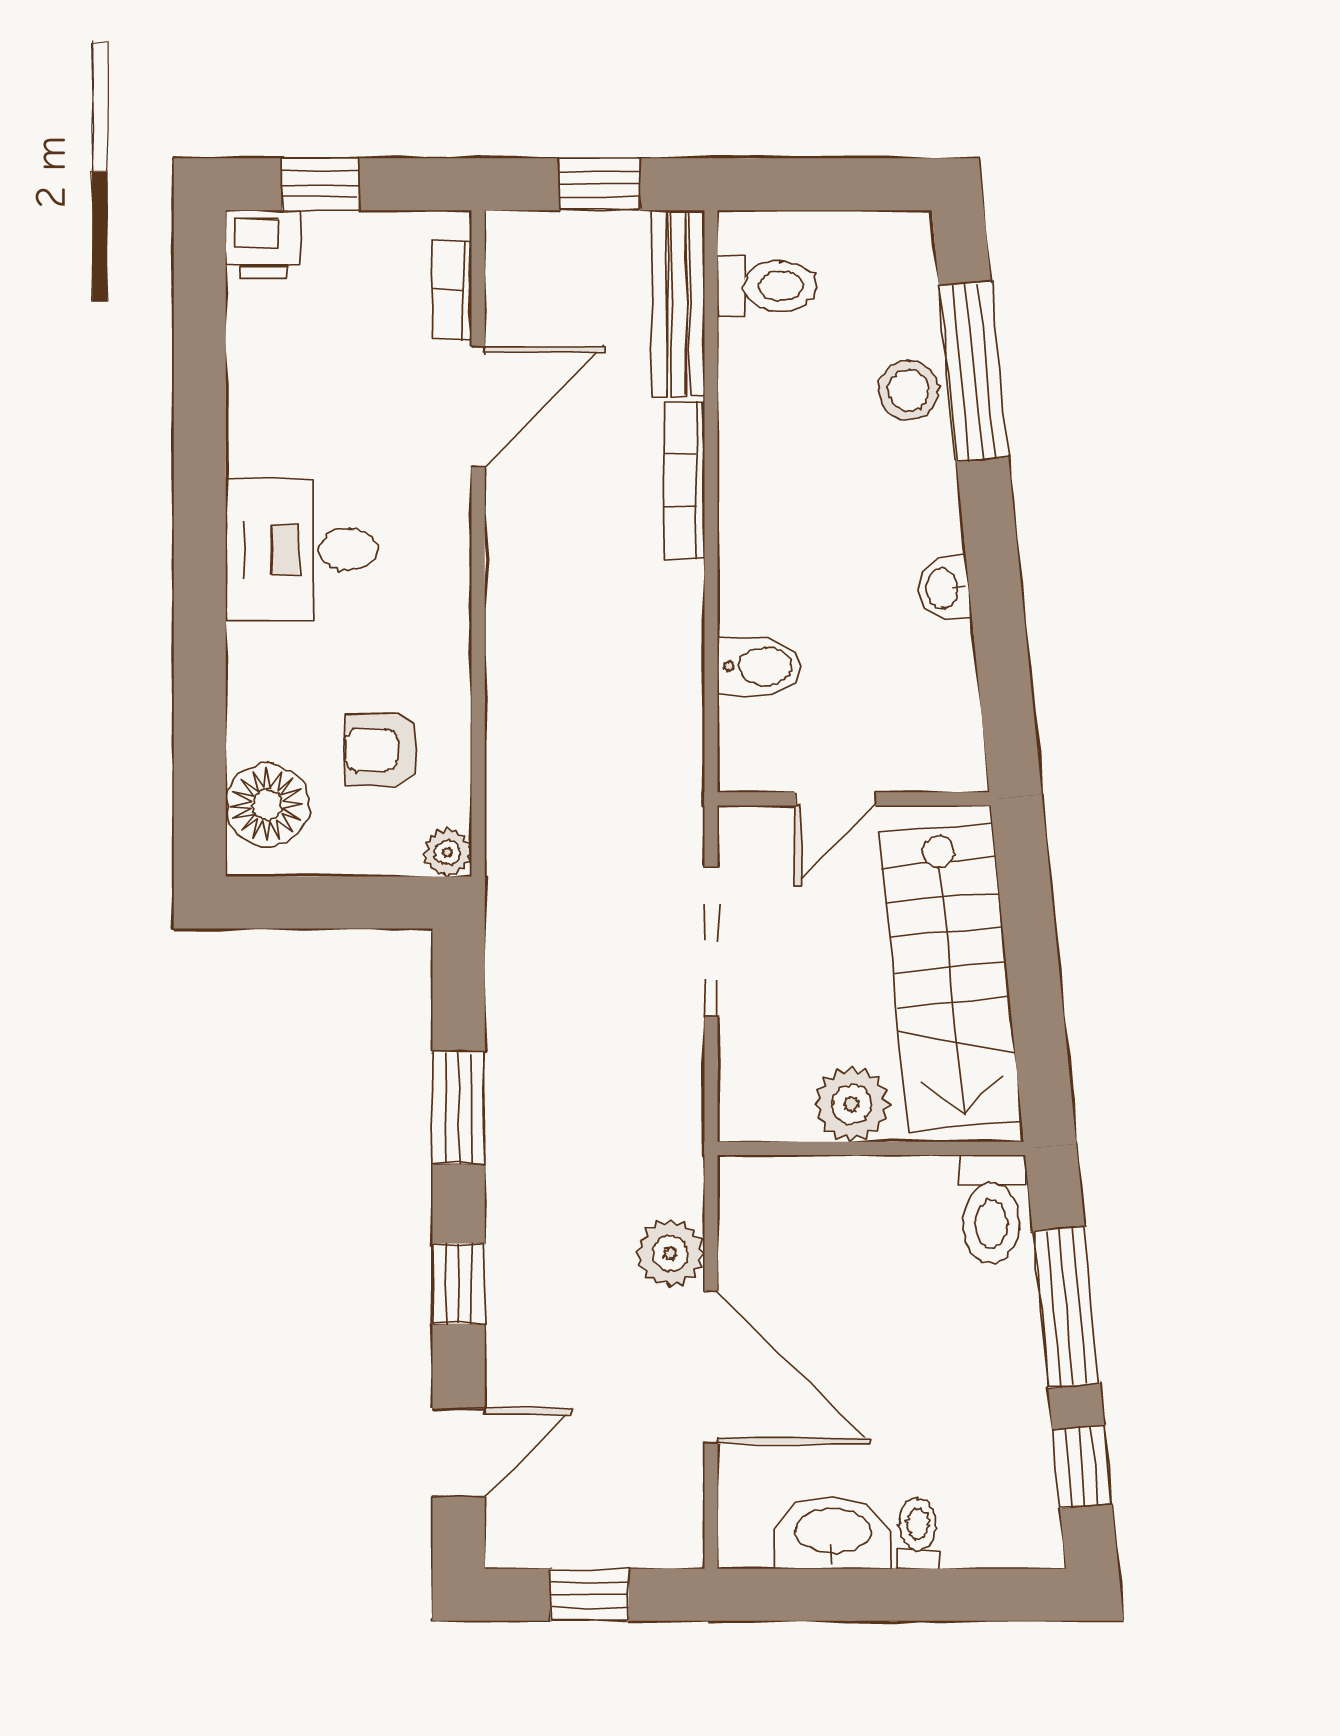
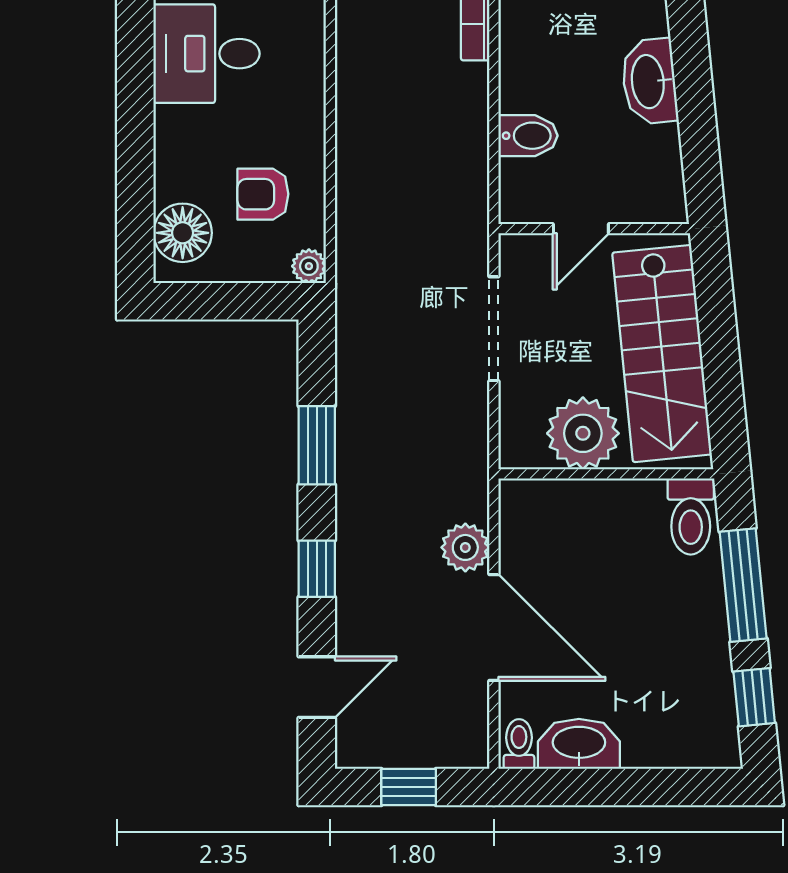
washbasin: (944, 588) -> (649, 81), width x1.91, depth x1.45
plant: (852, 1104) -> (583, 433), width x1.36, depth x1.36
toilet: (918, 1533) -> (519, 744), moved

